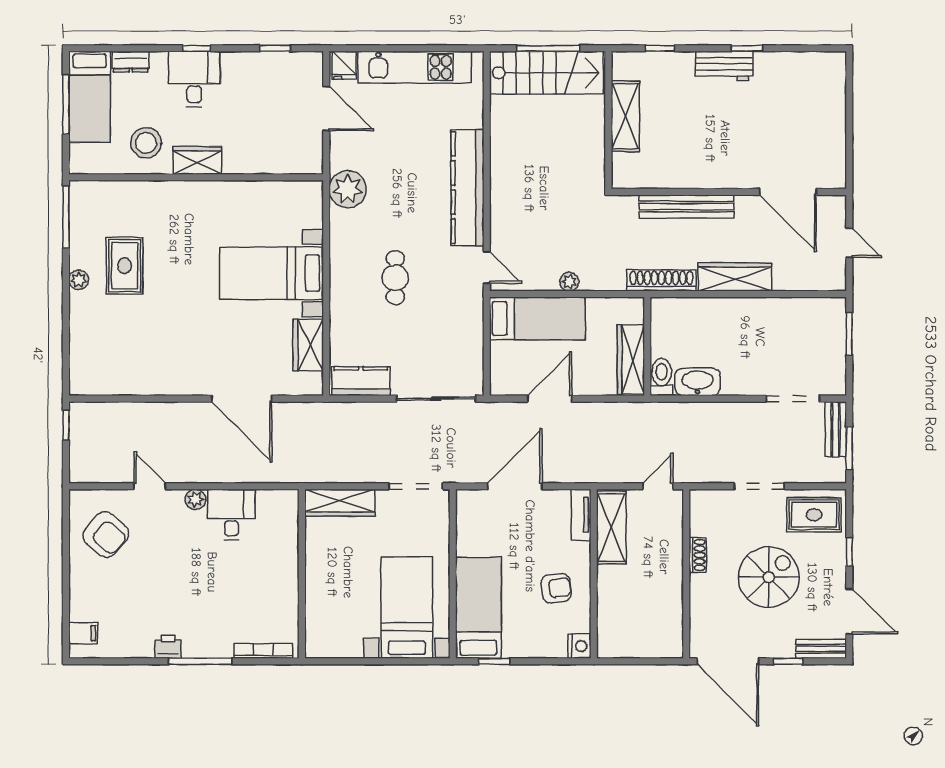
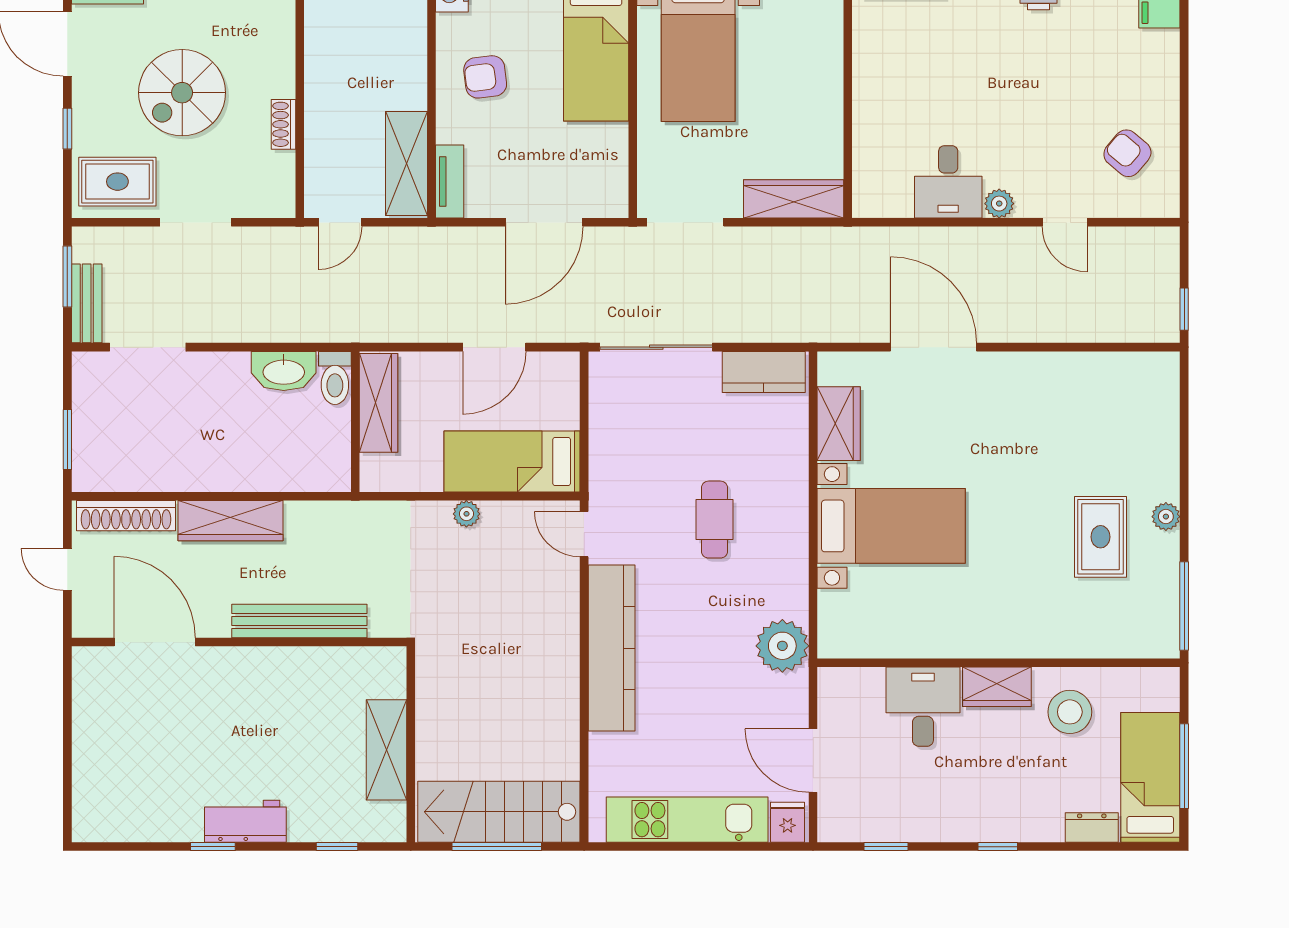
desk: (194, 79) -> (923, 707), moved, turned 180
shoe rack: (661, 280) -> (126, 516), moved
armchair: (106, 535) -> (1127, 153), width x0.72, depth x0.72

